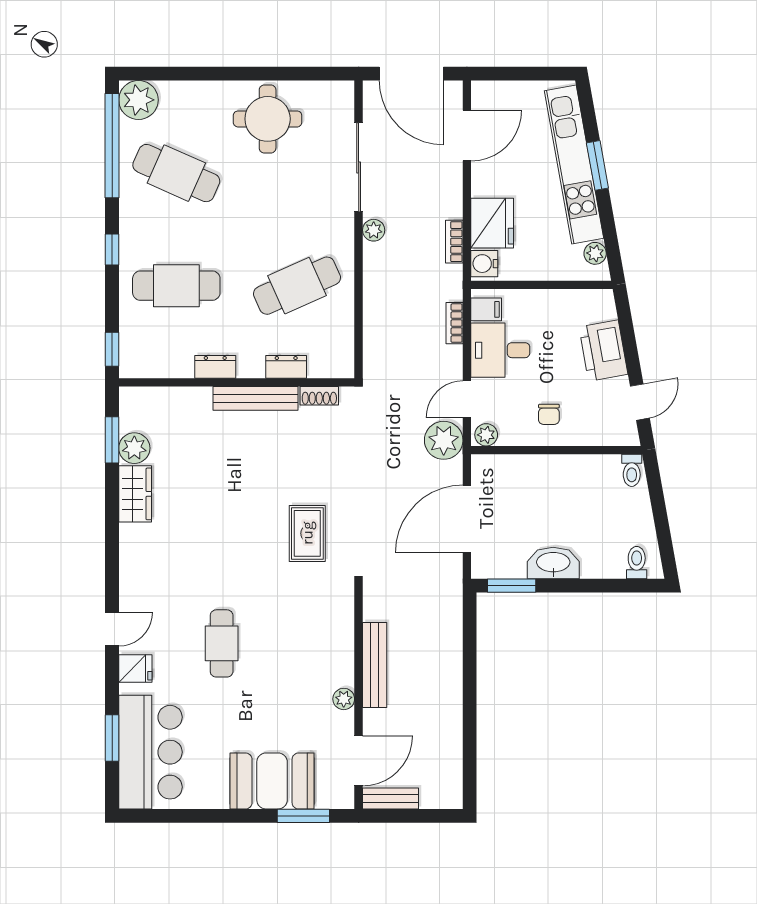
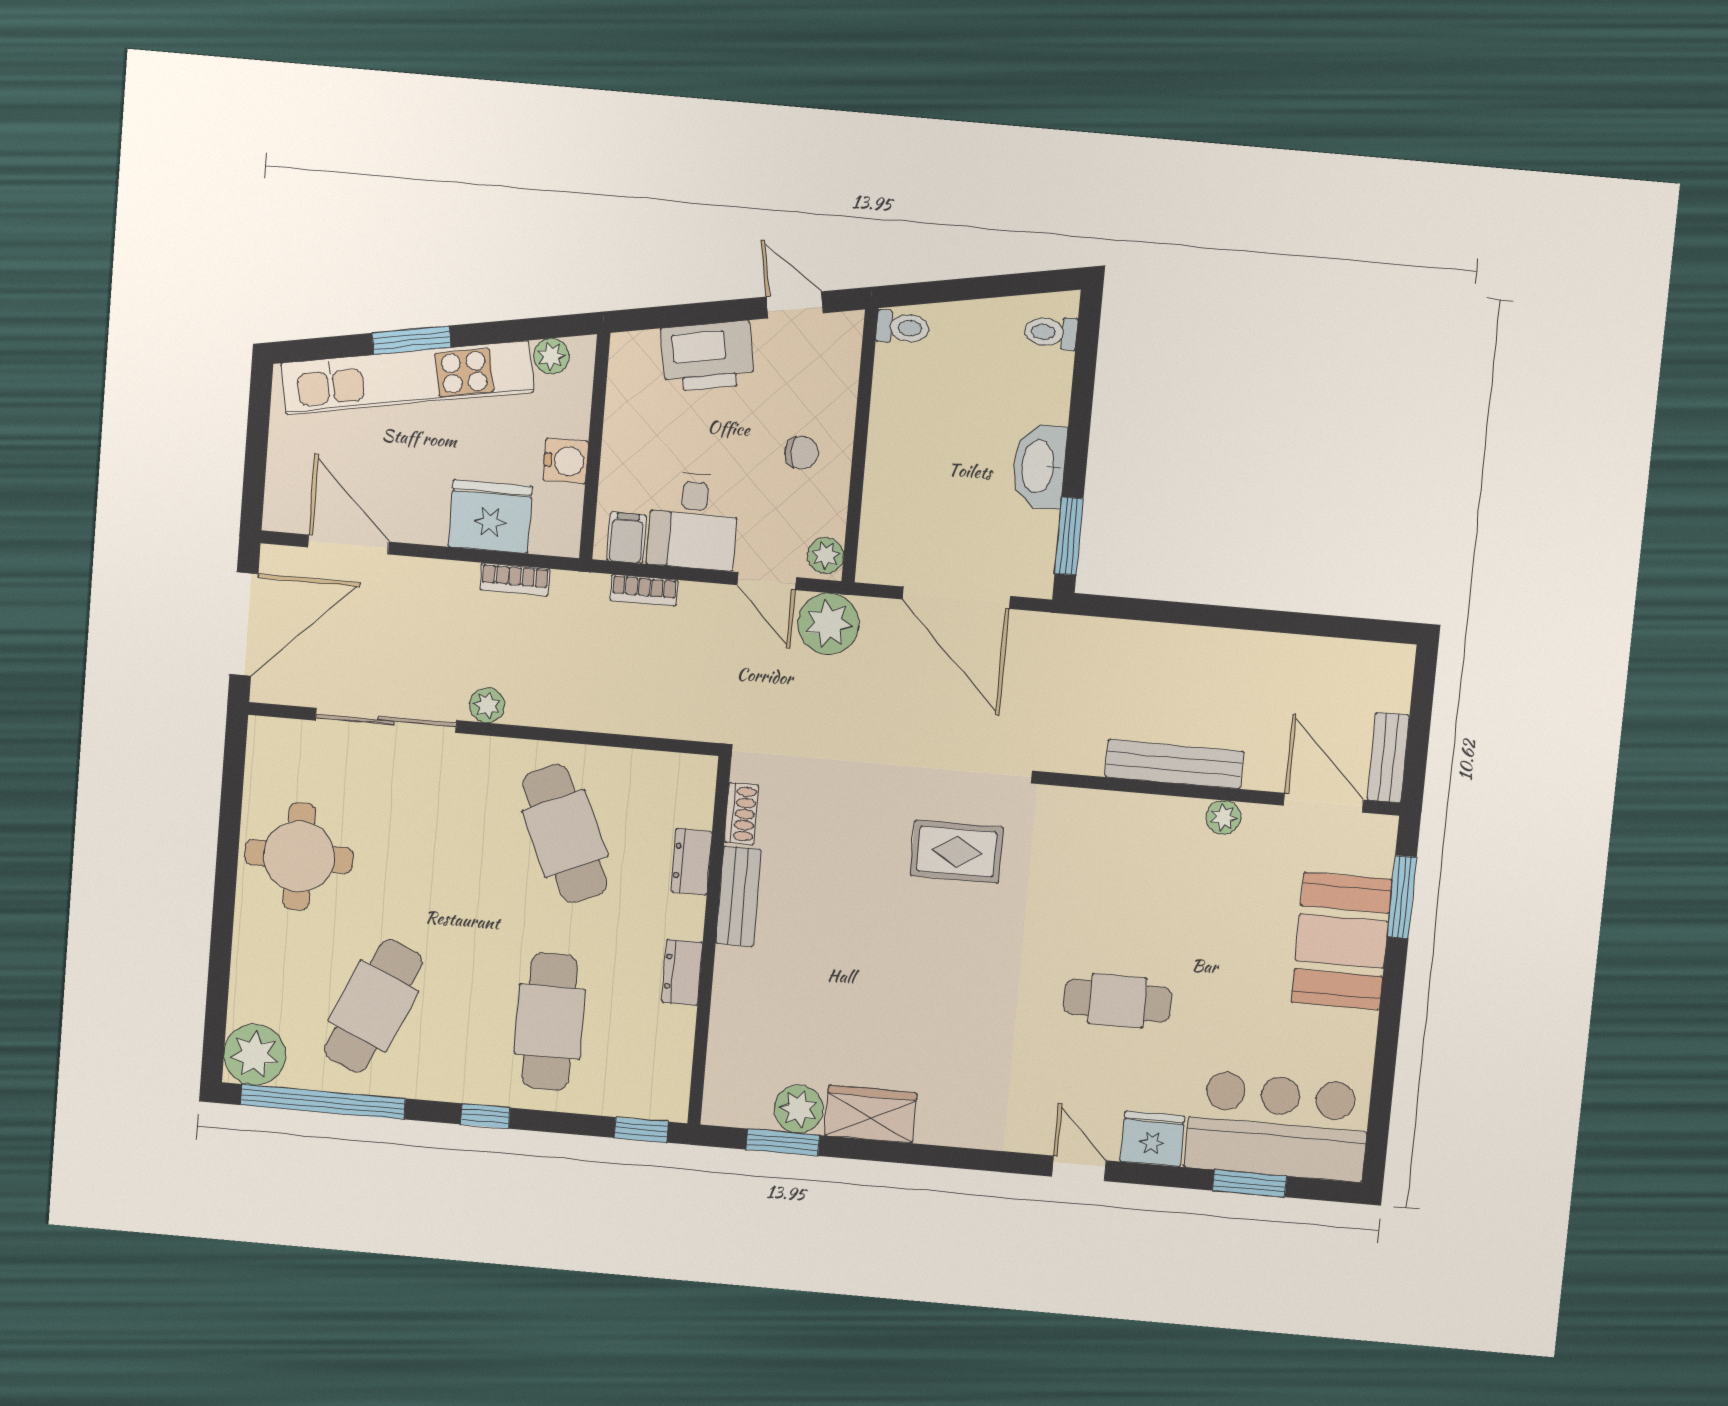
water cooler: (484, 264) -> (566, 461), moved, turned -90
bench: (256, 398) -> (738, 896), width x0.73
fridge: (135, 669) -> (1152, 1139), width x1.38

